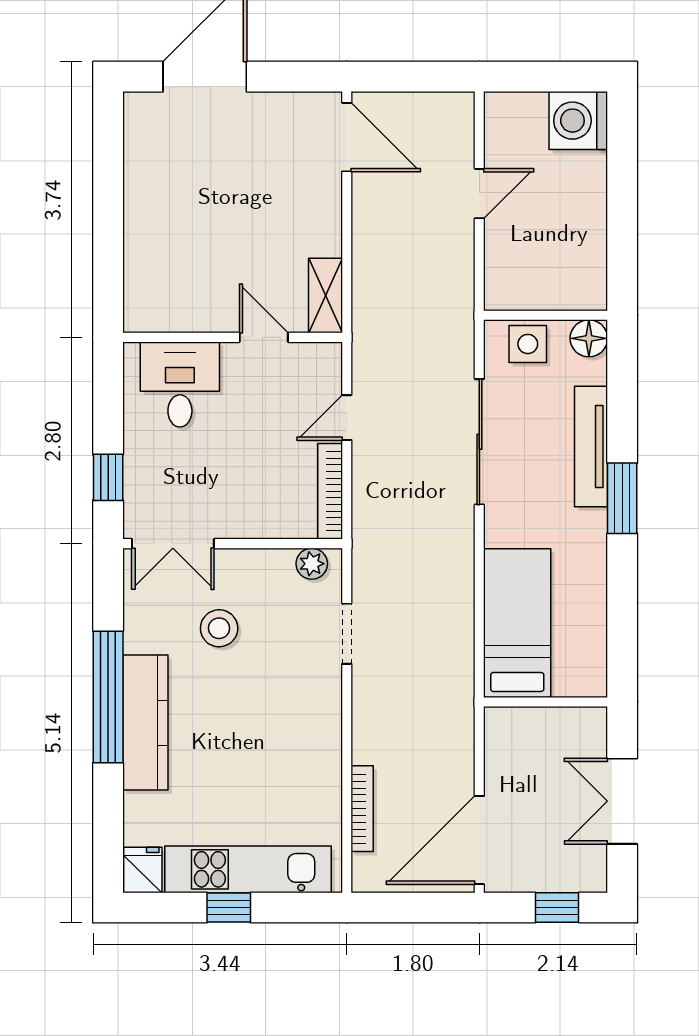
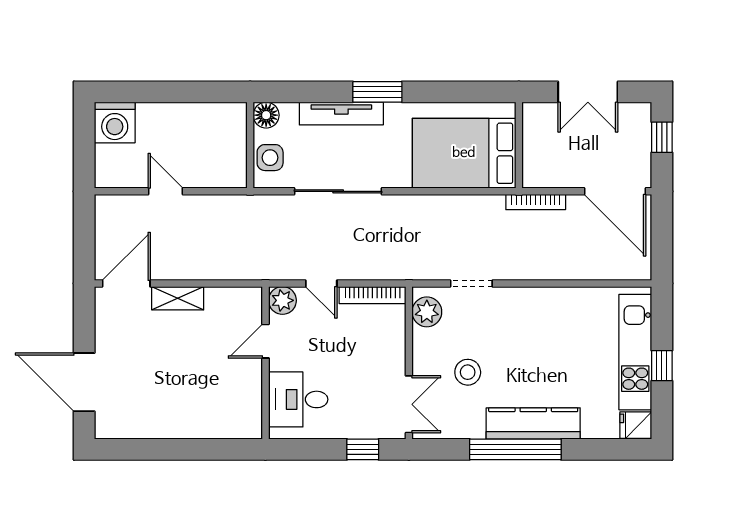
shelving: (325, 296) -> (178, 298), moved
plant: (322, 362) -> (282, 300), added
plant: (312, 564) -> (427, 312), width x1.38, depth x1.38
bed: (517, 623) -> (464, 153), width x1.50
bookcase: (362, 809) -> (536, 202), moved, turned 180

